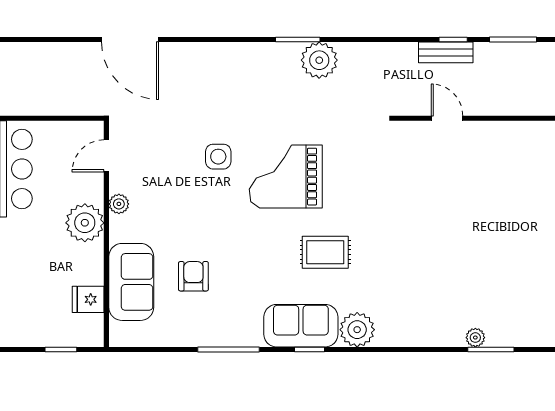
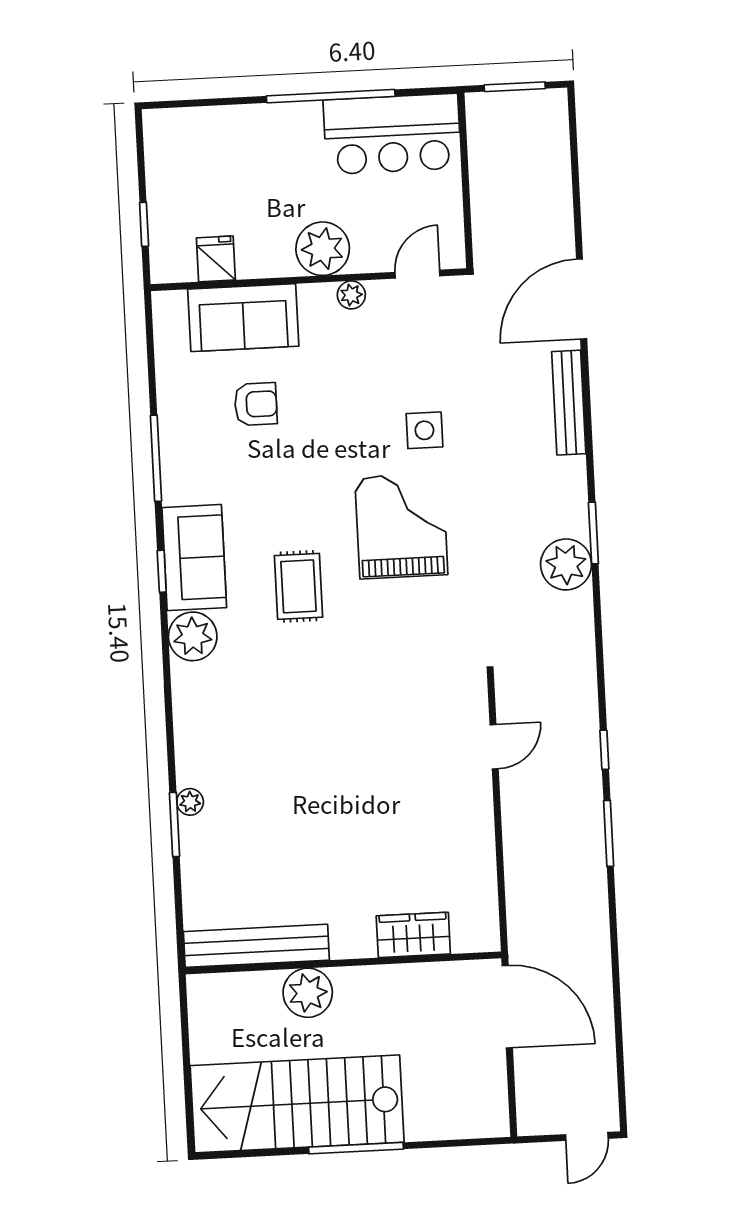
bench: (446, 52) -> (569, 403), moved, width x1.36
door: (106, 156) -> (417, 274), hinge flipped

